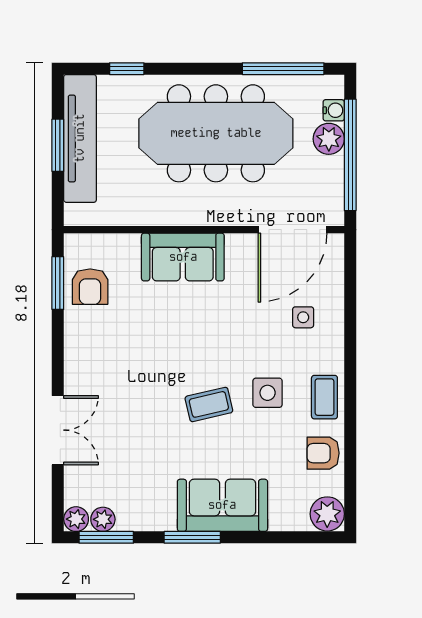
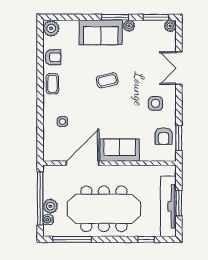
door: (293, 230) -> (82, 163), moved
armchair: (90, 287) -> (164, 136), turned 180
side table: (268, 393) -> (155, 103), moved
plant: (103, 519) -> (129, 26), moved

